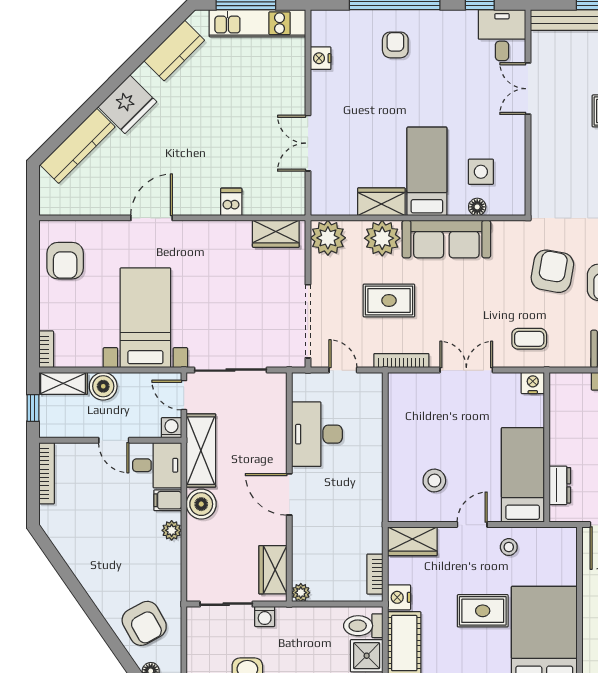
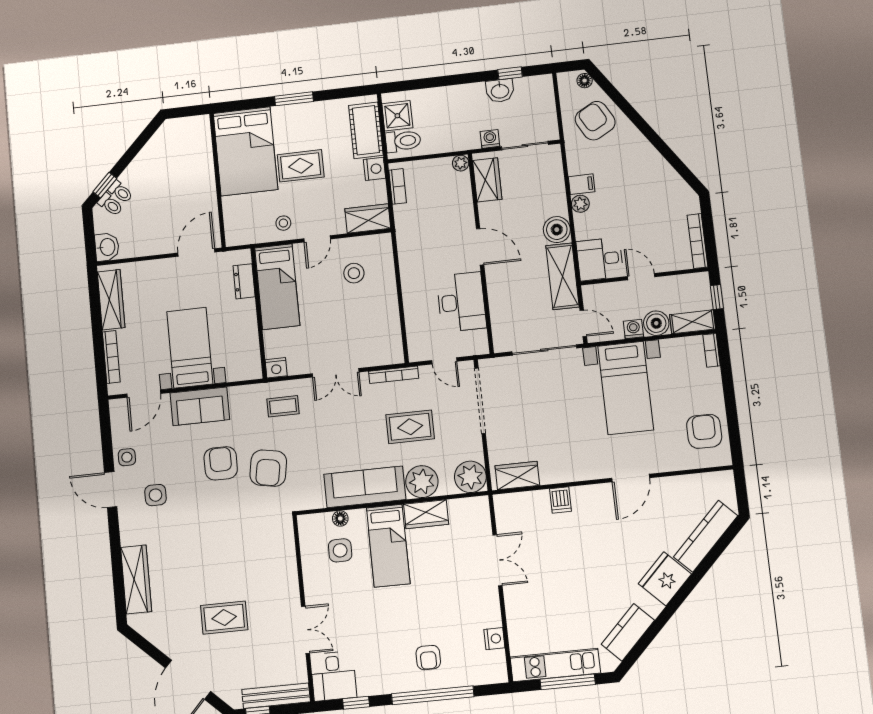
washing machine: (171, 428) -> (633, 329), moved, turned 180
filing cabinet: (168, 500) -> (582, 184), moved

